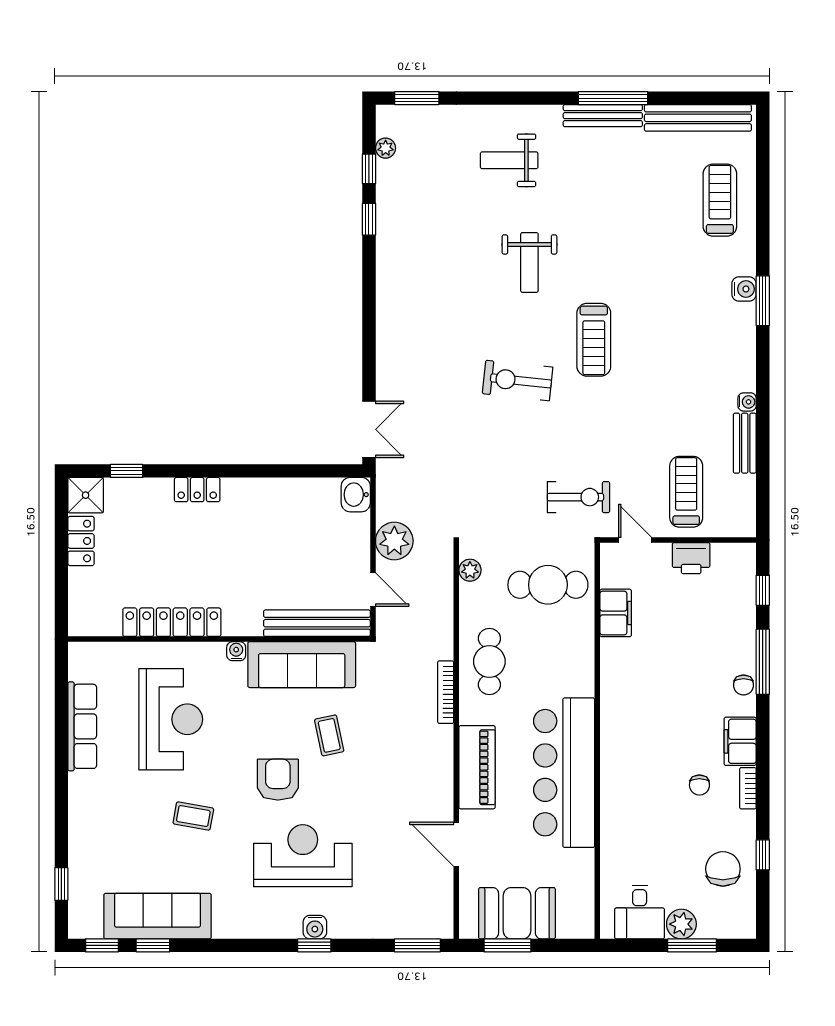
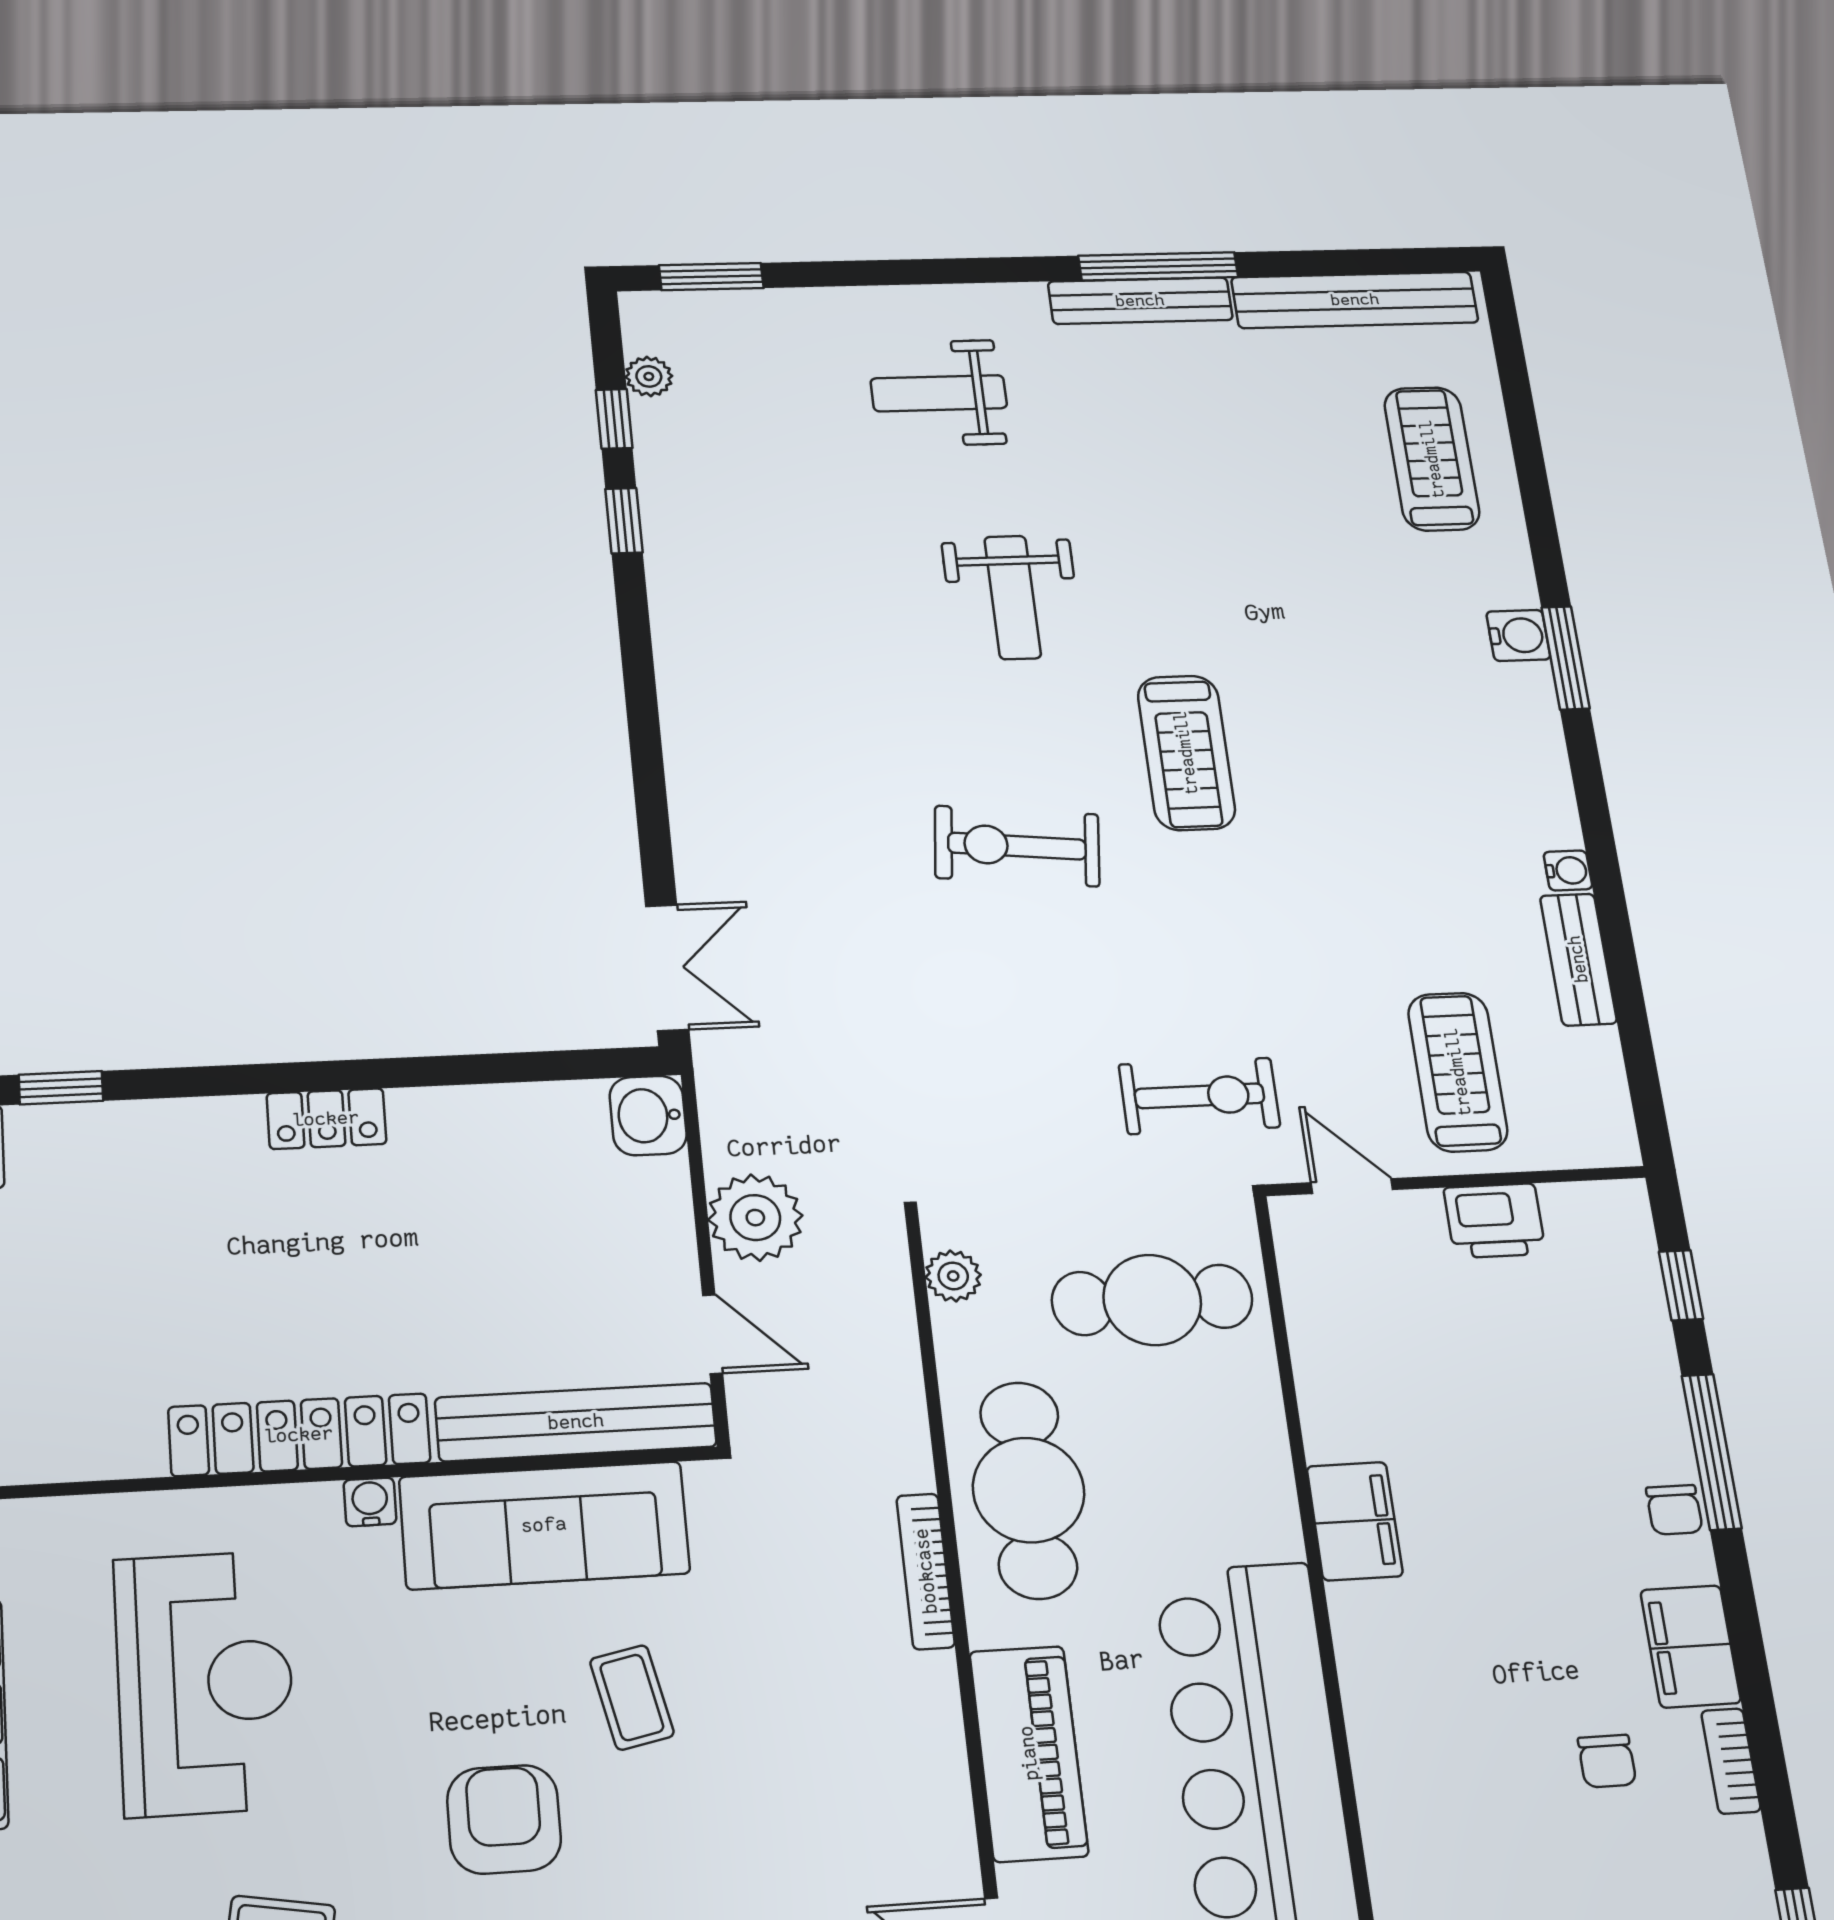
locker: (197, 490) -> (326, 1119), moved
filing cabinet: (616, 613) -> (1355, 1521), moved
locker: (172, 622) -> (299, 1435), moved
cafe table: (489, 662) -> (1029, 1490), width x1.37, depth x1.35

